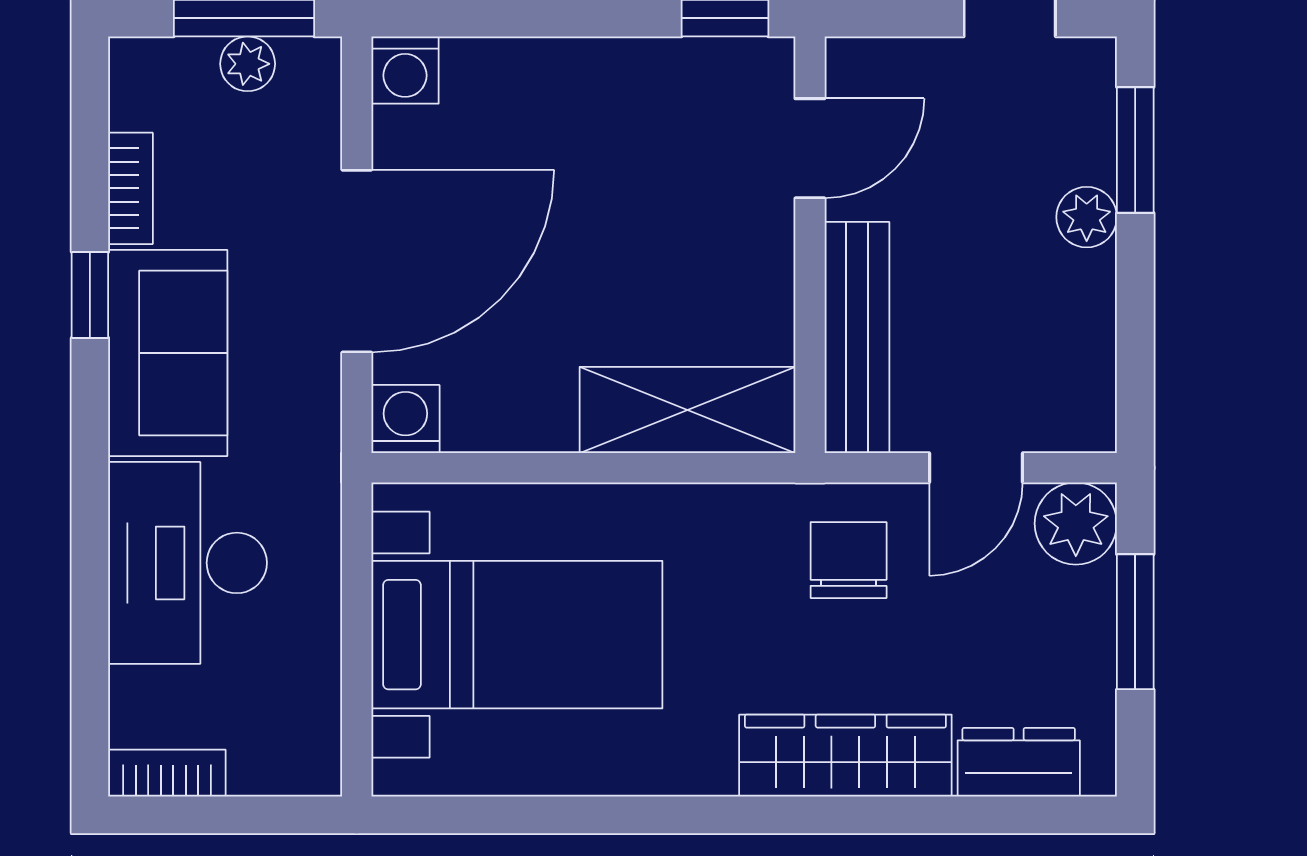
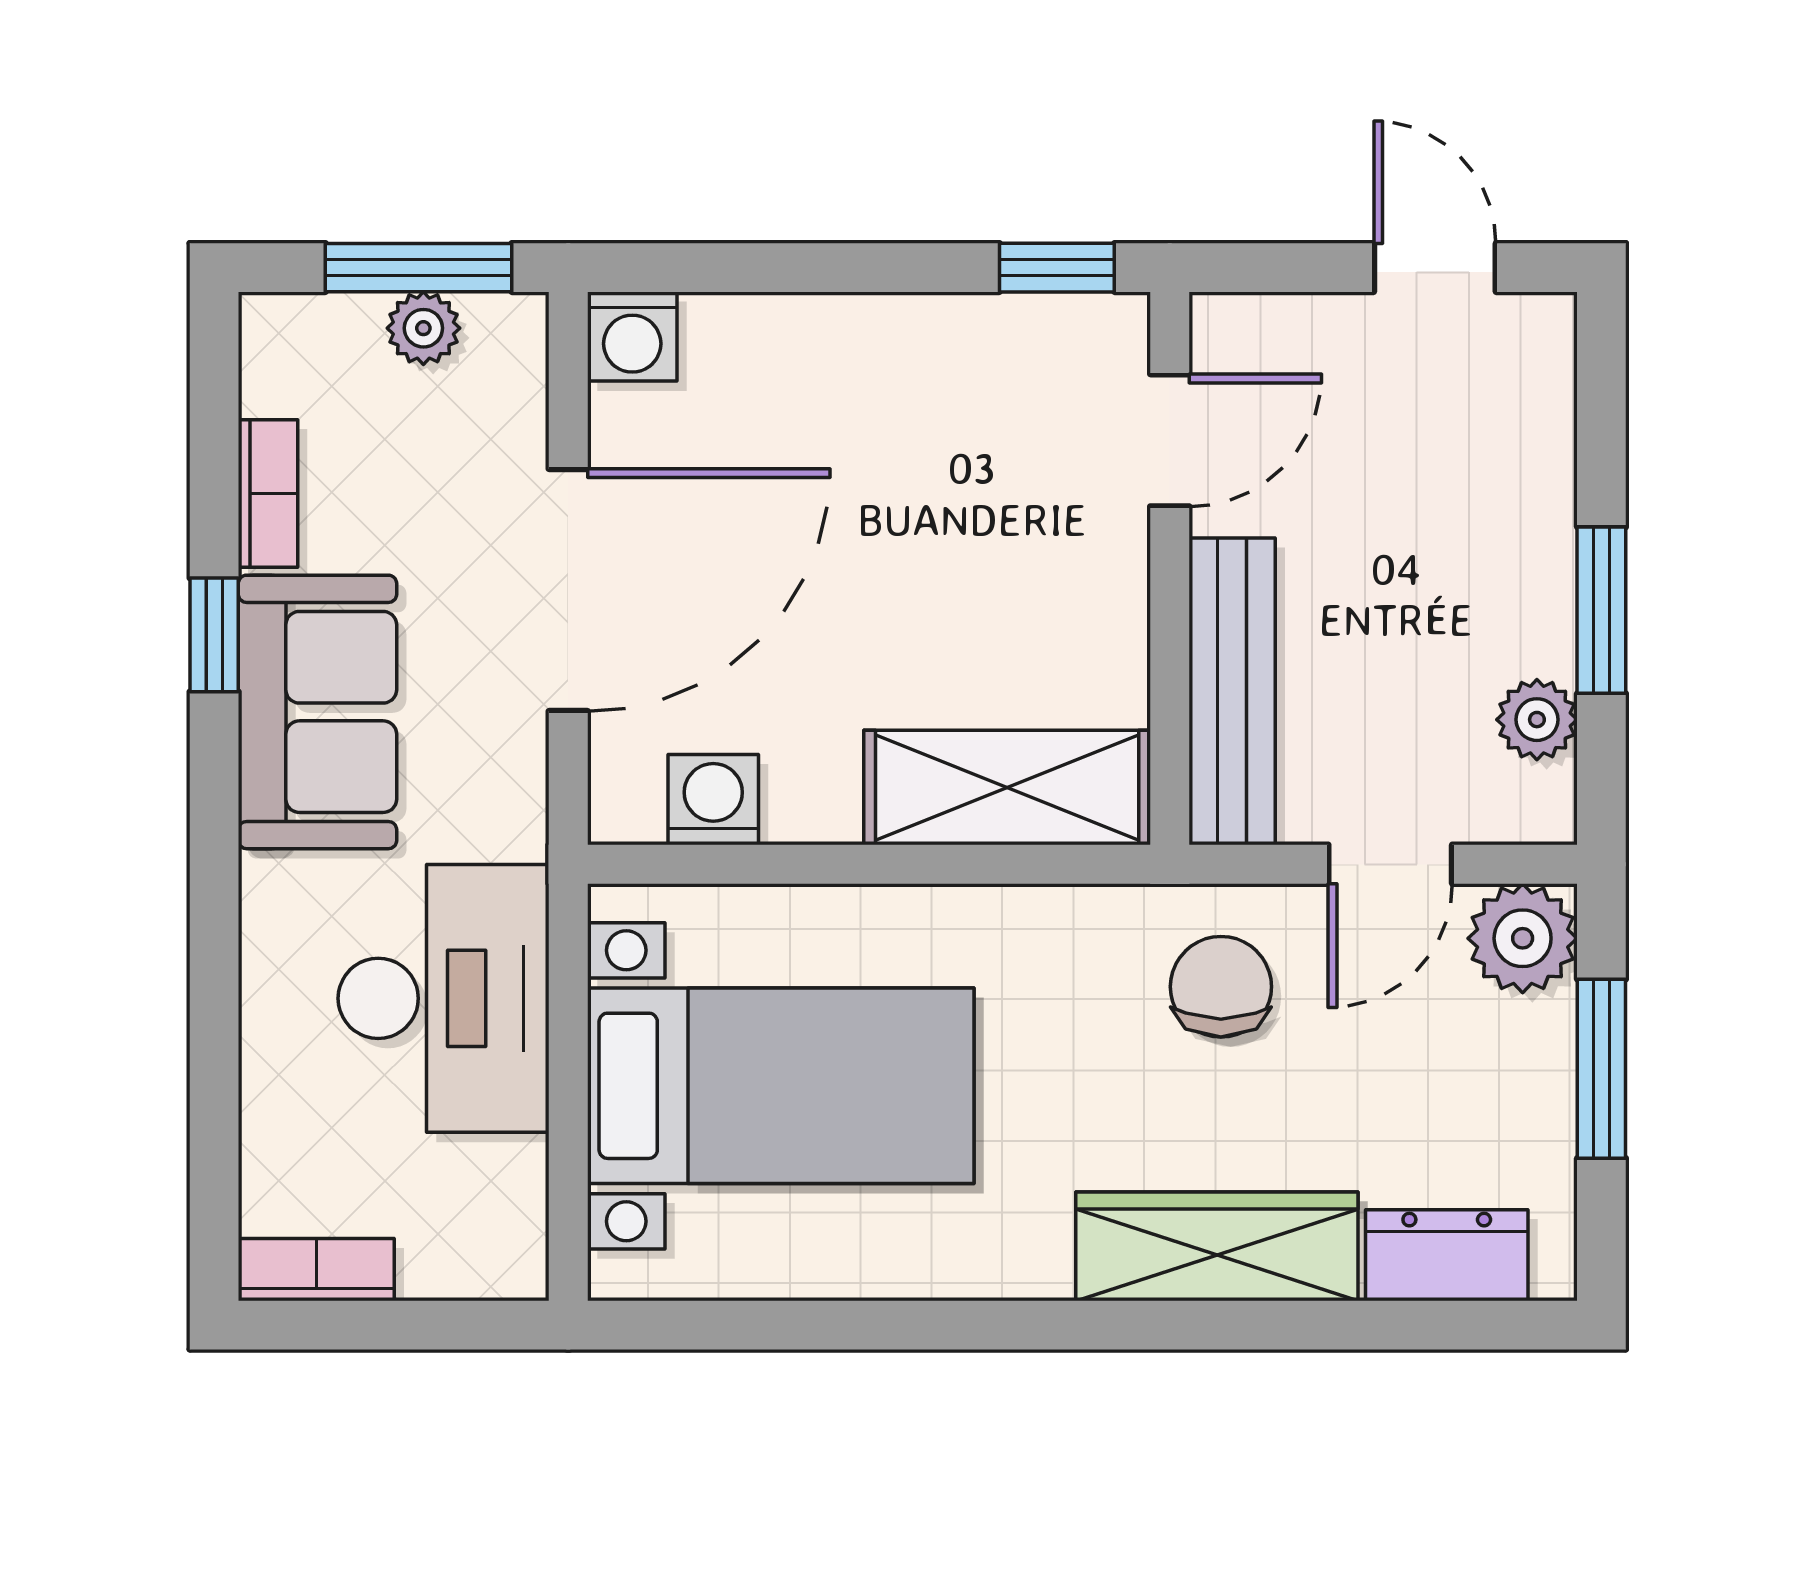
window: (1135, 150) -> (1601, 610), moved
plant: (1087, 217) -> (1537, 720), moved
washing machine: (405, 419) -> (713, 800), moved
desk: (188, 563) -> (444, 998), moved, turned 180

